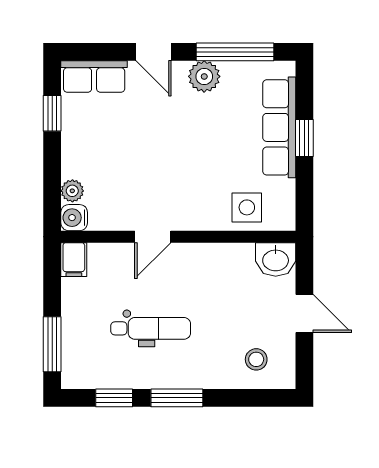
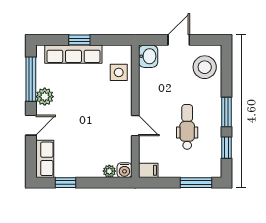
stool: (256, 359) -> (205, 67), width x1.89, depth x1.89

